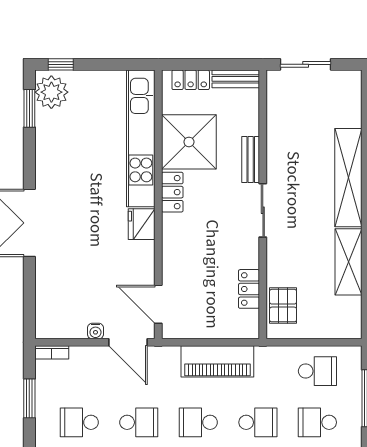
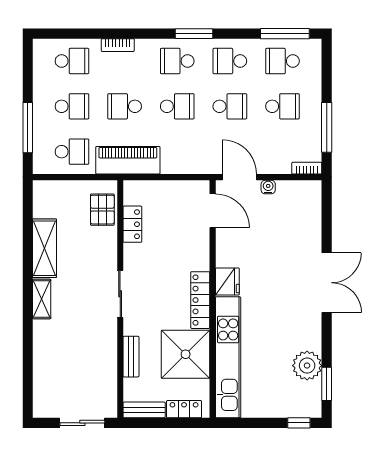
plant: (51, 92) -> (307, 366), moved
bench: (251, 160) -> (131, 357), moved
shelving: (348, 178) -> (42, 299), width x0.45, depth x0.75
locker: (172, 192) -> (200, 300), width x1.53
piano: (217, 361) -> (128, 160), moved
school desk: (317, 371) -> (72, 152), turned 180
window: (29, 398) -> (327, 127), width x1.44
school desk: (139, 422) -> (230, 106), turned 180

